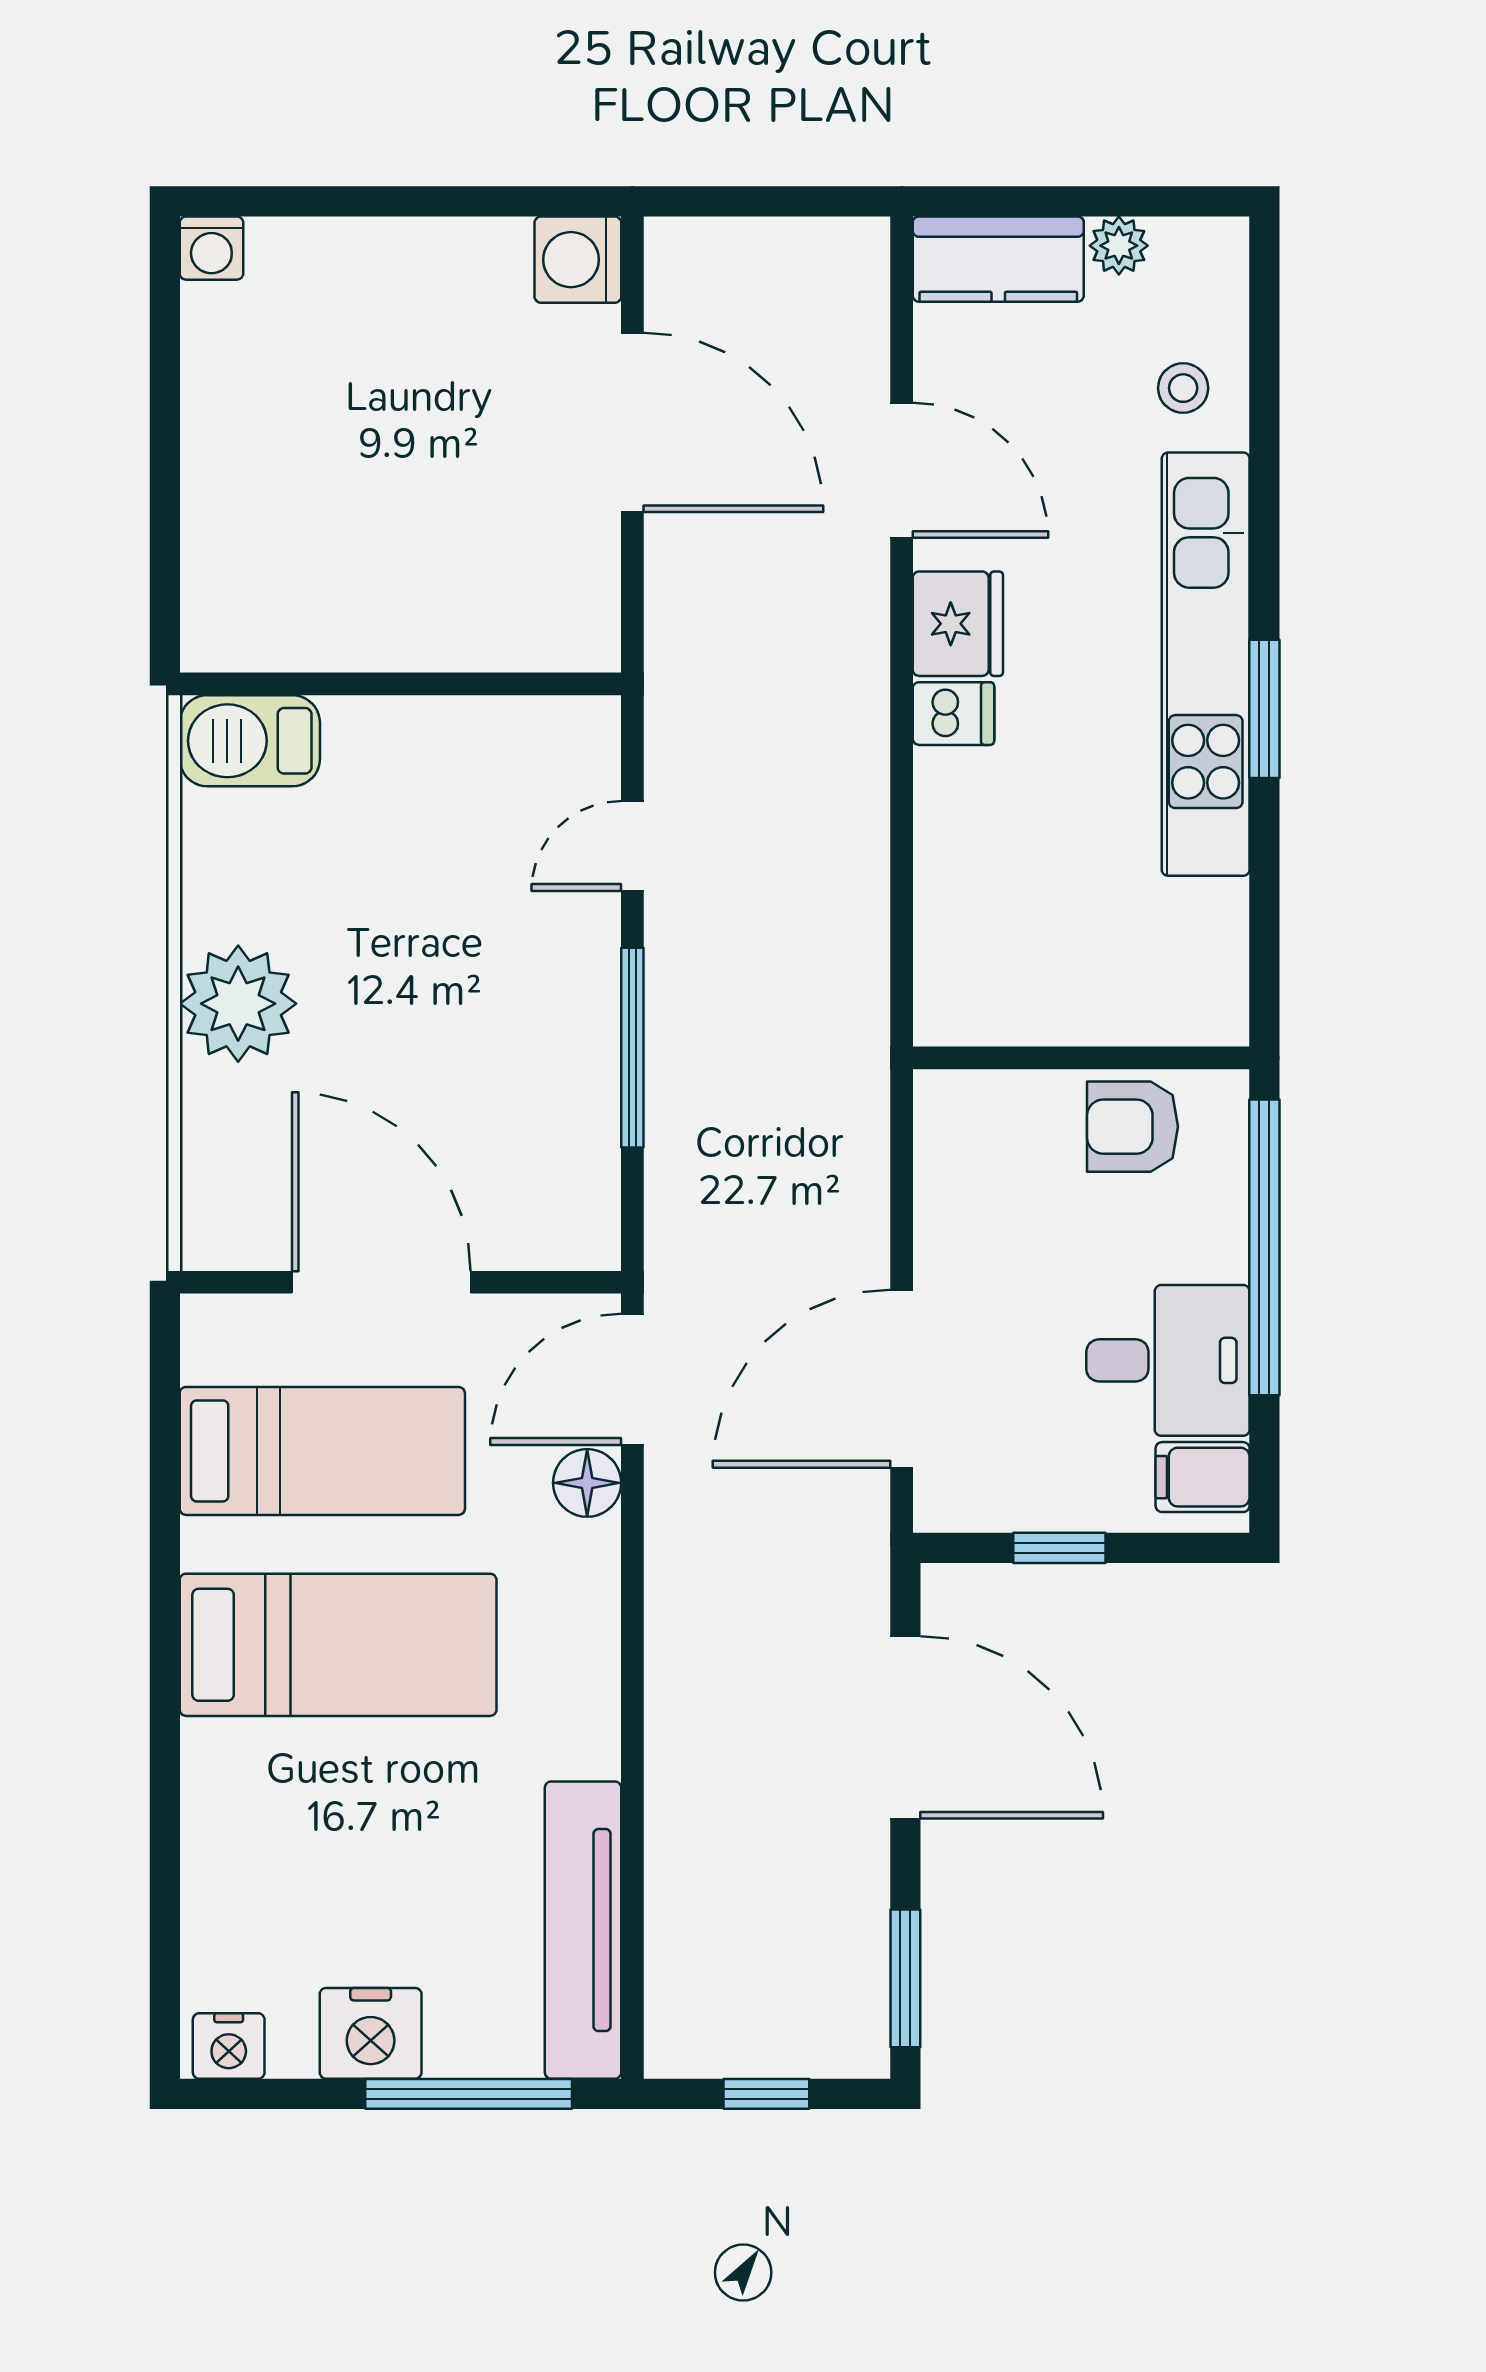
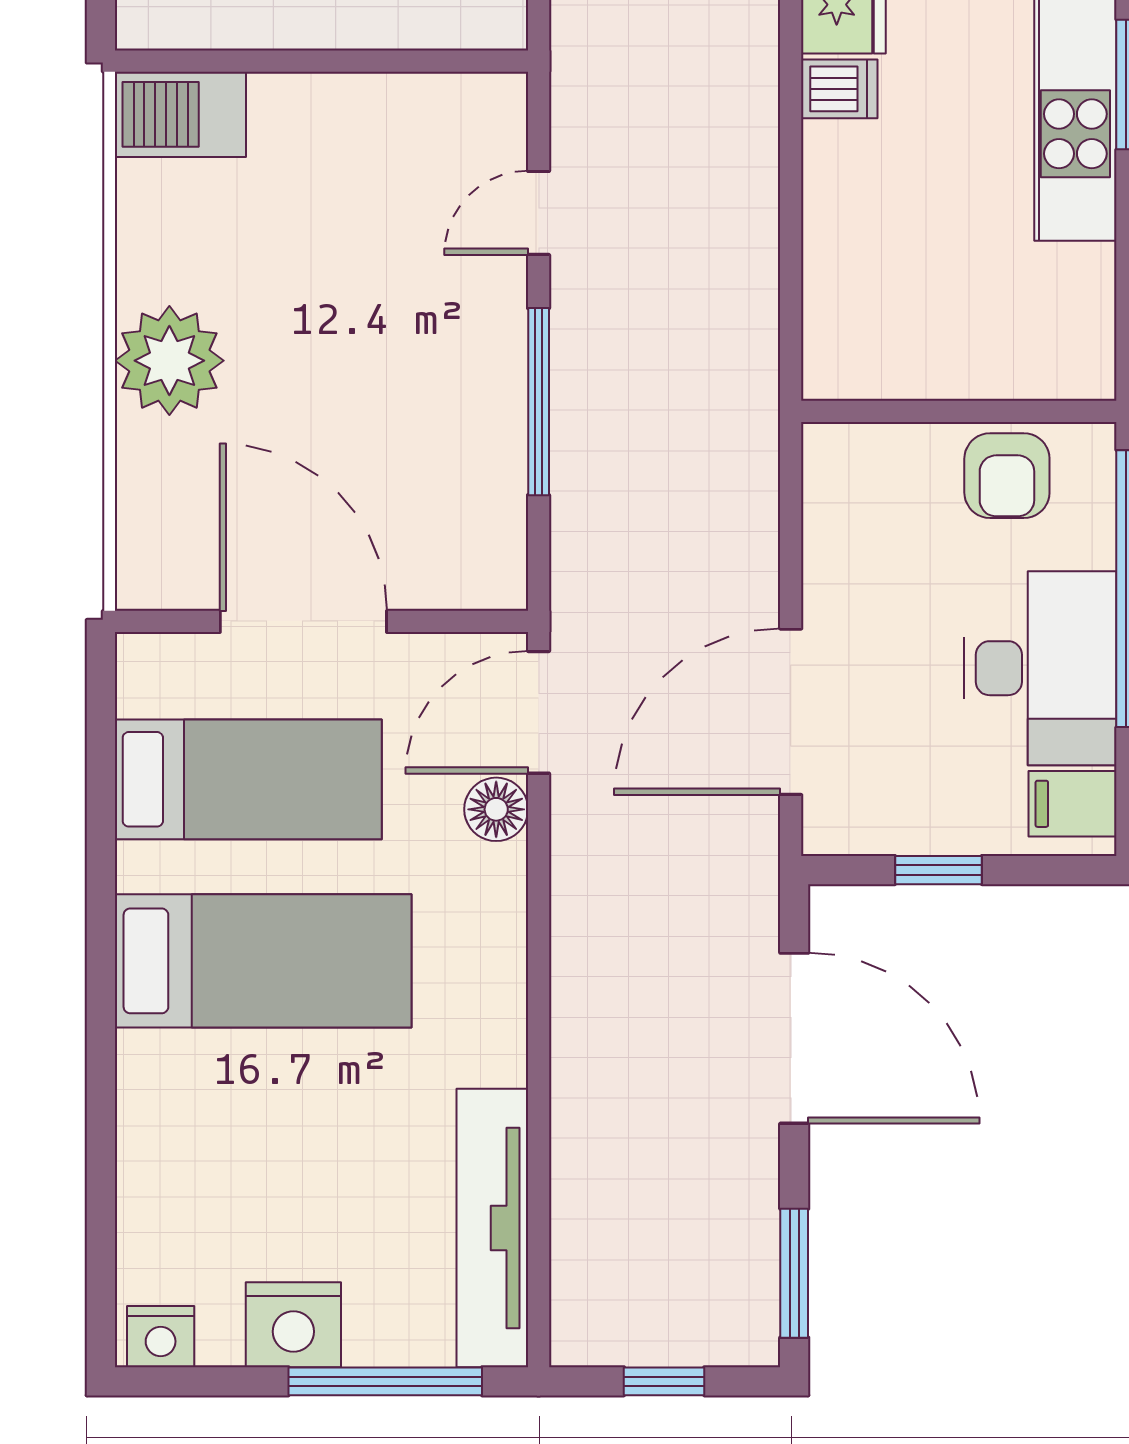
armchair: (1133, 1127) -> (1007, 476), turned -90
desk: (1168, 1360) -> (1040, 668), width x1.37

